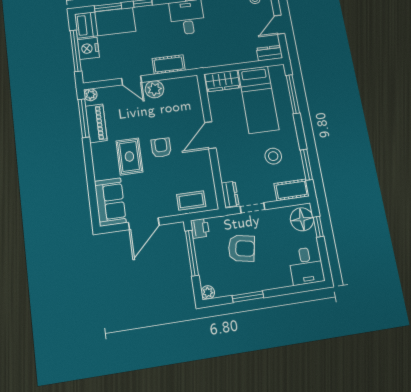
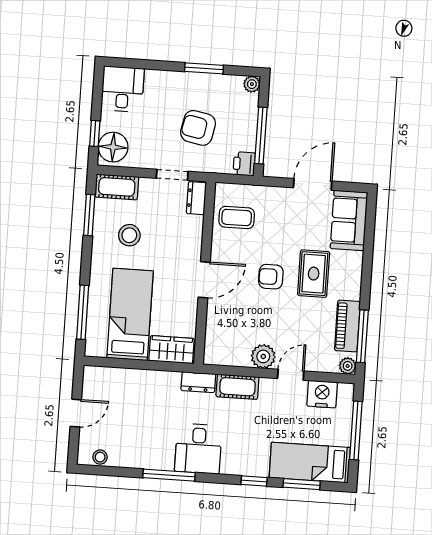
nightstand: (88, 48) -> (322, 394), moved, turned -90
dresser: (269, 53) -> (198, 382), moved
door: (132, 80) -> (291, 375), hinge flipped
armchair: (161, 148) -> (271, 277), turned 90
coffee table: (191, 200) -> (237, 217), moved

